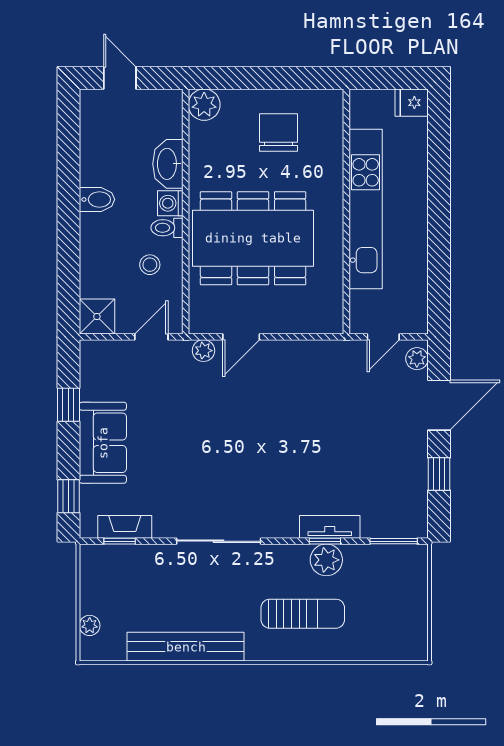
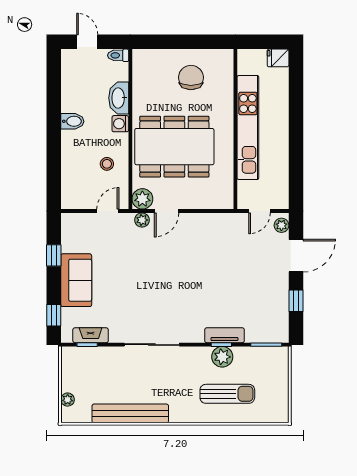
plant: (204, 105) -> (142, 199), moved
toilet: (167, 228) -> (118, 55), moved
shower: (97, 316) -> (72, 198), removed
sun lounger: (303, 614) -> (227, 394), moved

